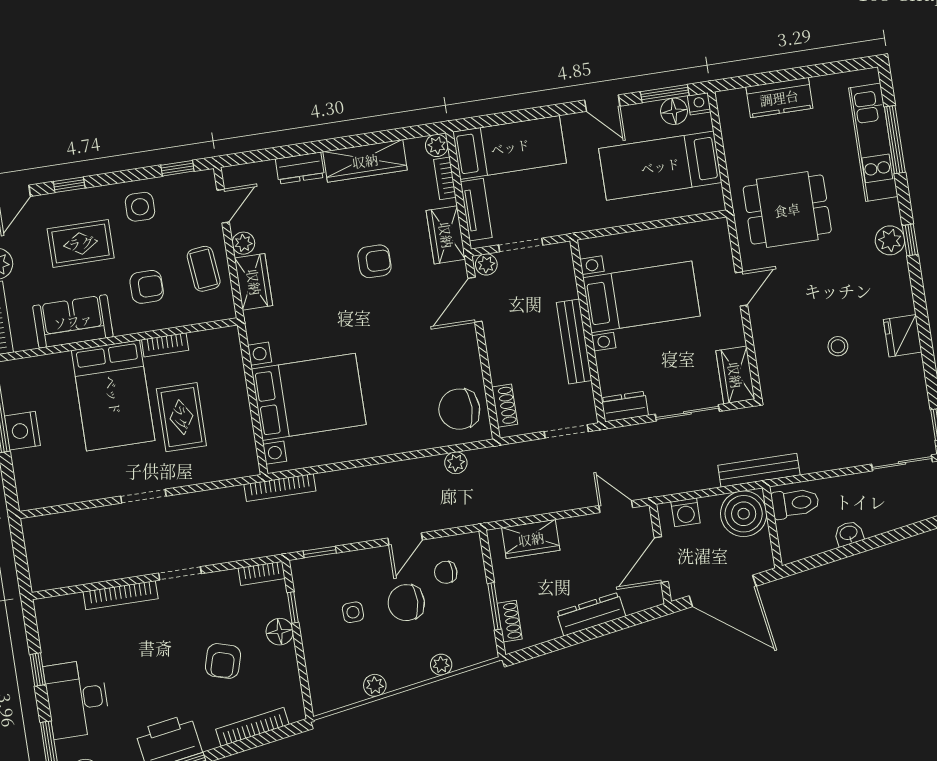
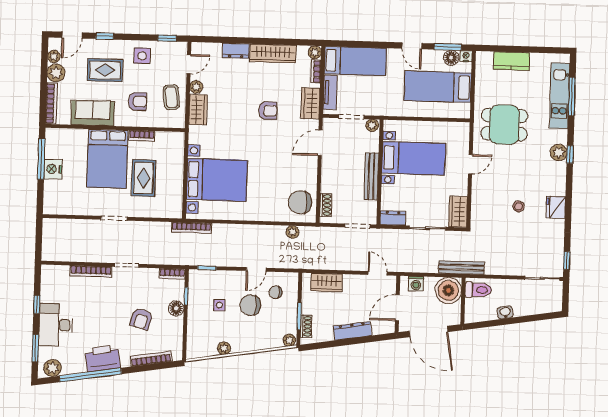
plant: (486, 264) -> (372, 125), moved
plant: (441, 665) -> (289, 340), moved

